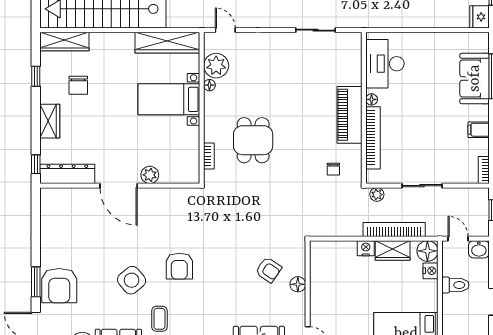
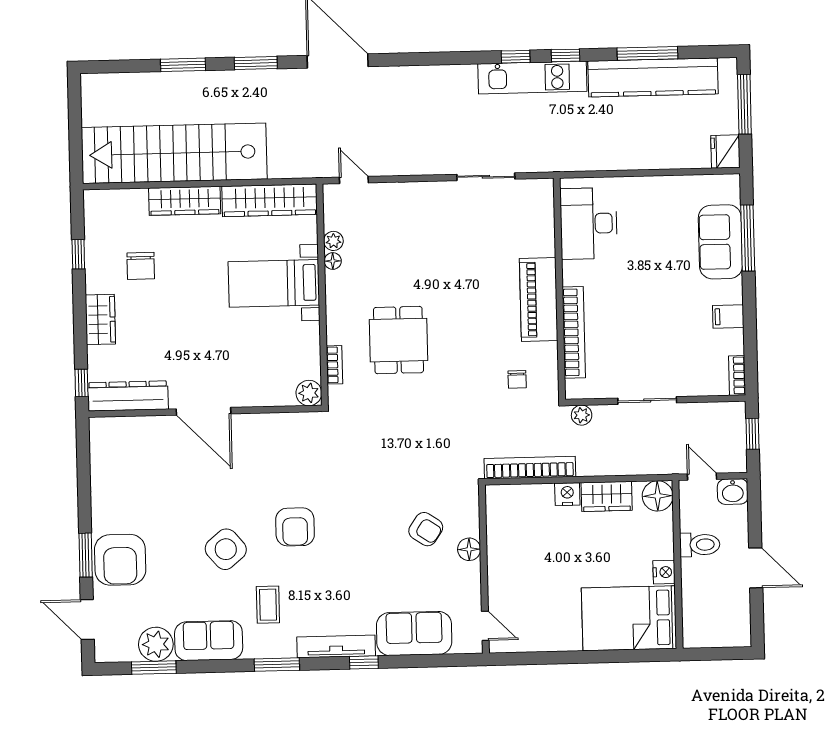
wardrobe: (64, 42) -> (185, 201), moved
plant: (216, 66) -> (333, 241), width x0.53, depth x0.53
floor lamp: (372, 99) -> (570, 276), removed
plant: (150, 175) -> (309, 393), moved
bookcase: (394, 230) -> (530, 468), moved
nightstand: (431, 271) -> (664, 572), moved

